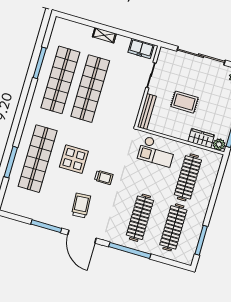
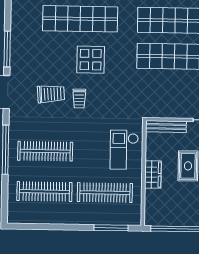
wardrobe: (201, 138) -> (153, 175), moved
plant: (219, 144) -> (151, 217), removed
trolley: (81, 205) -> (51, 94), moved
window: (201, 240) -> (111, 228), moved

